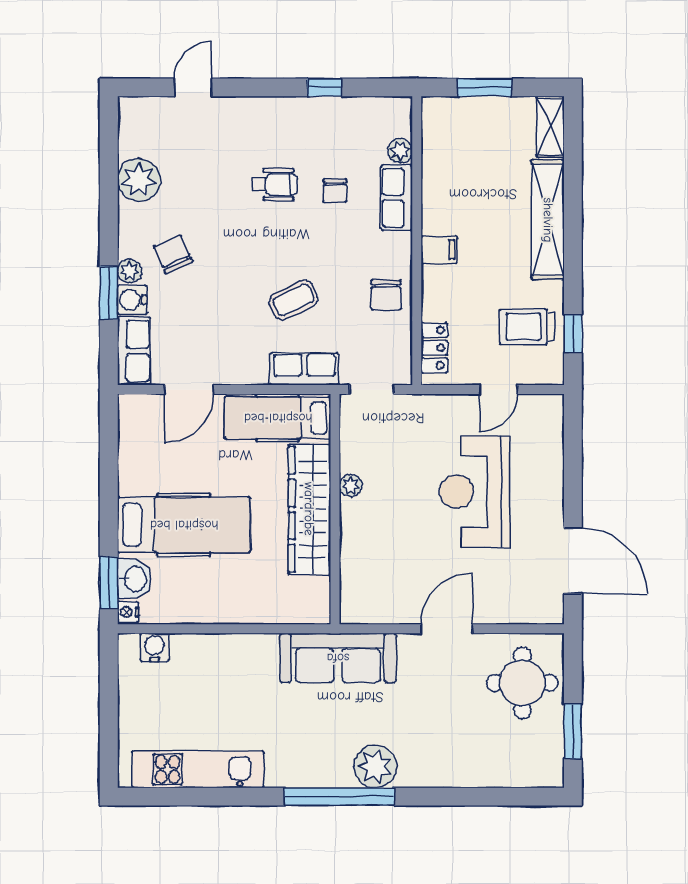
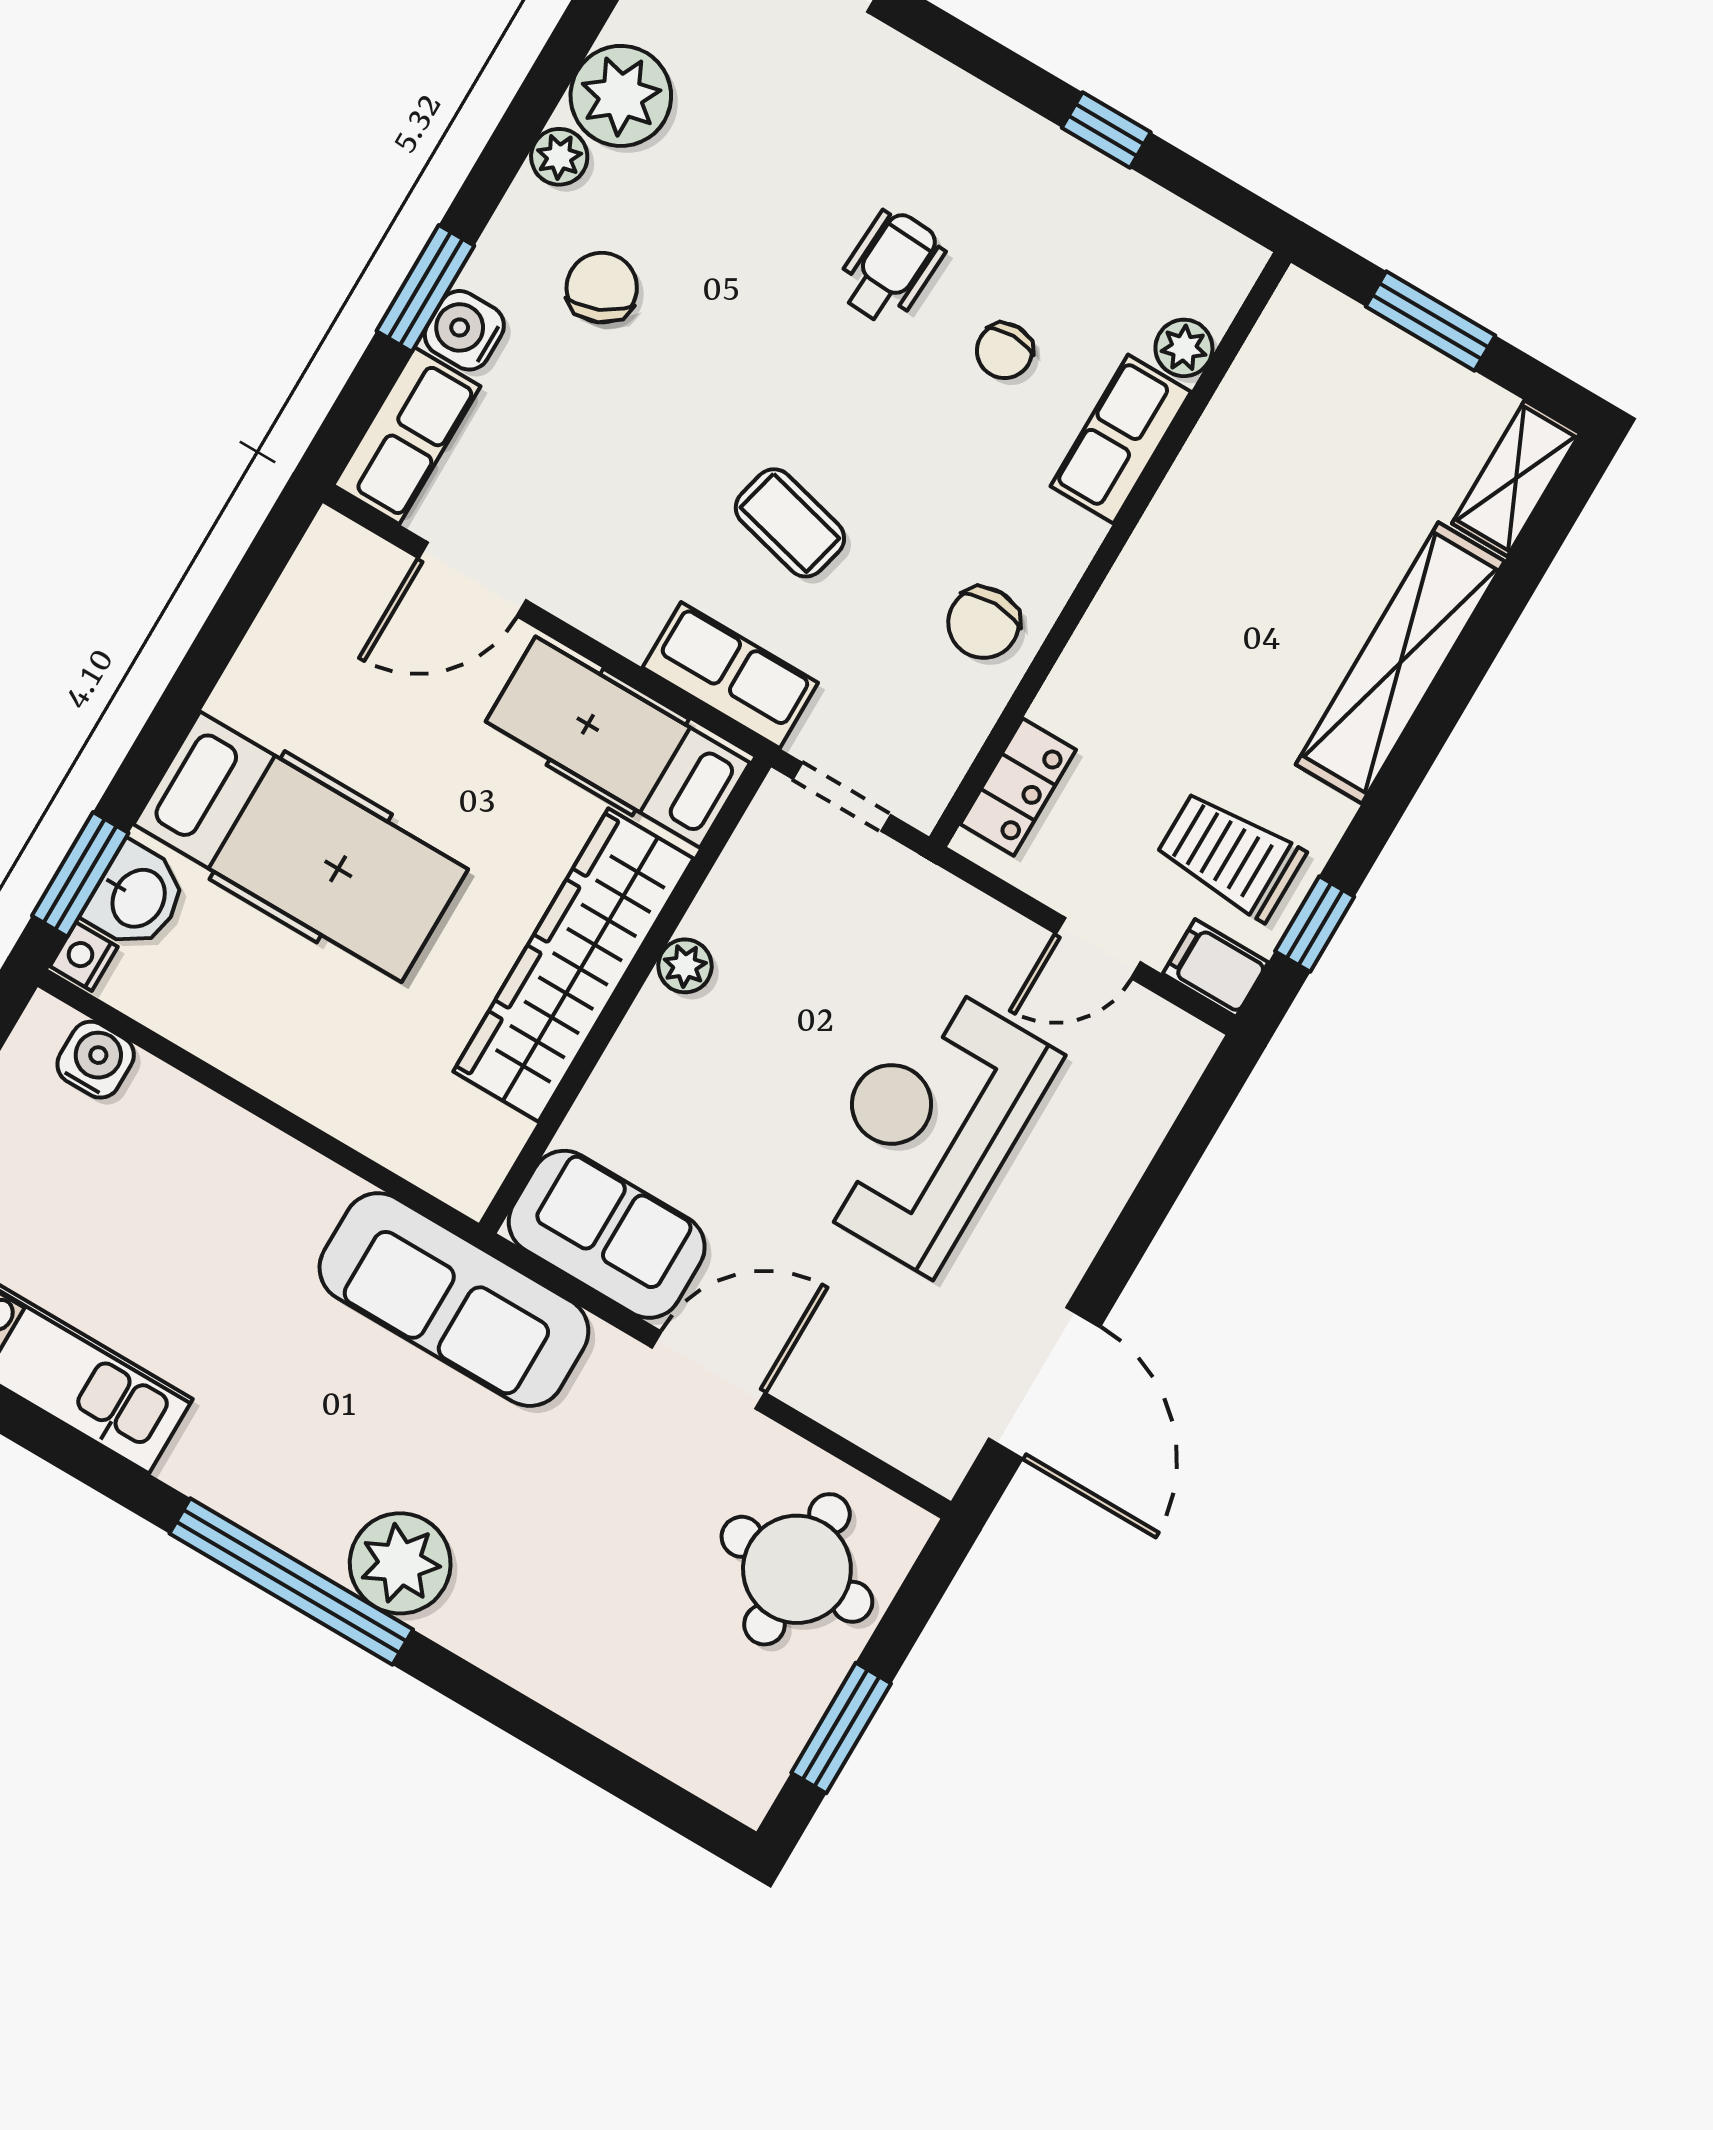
wheelchair: (275, 185) -> (890, 267), turned -87
filing cabinet: (439, 250) -> (1215, 968), moved, turned 180
plant: (129, 271) -> (559, 157), moved
coffee table: (293, 300) -> (790, 523), turned 40
sofa: (380, 601) -> (607, 1234), added

